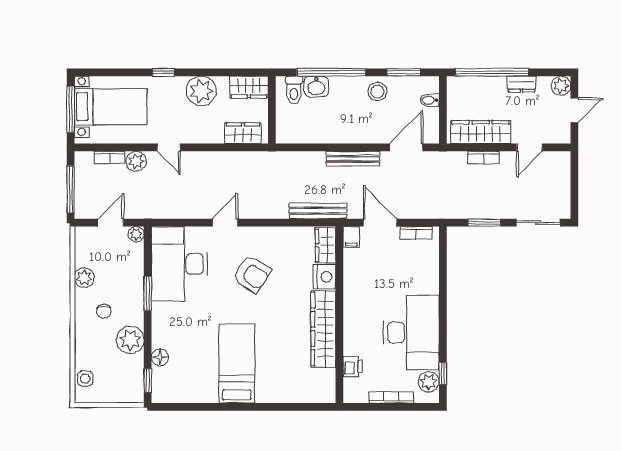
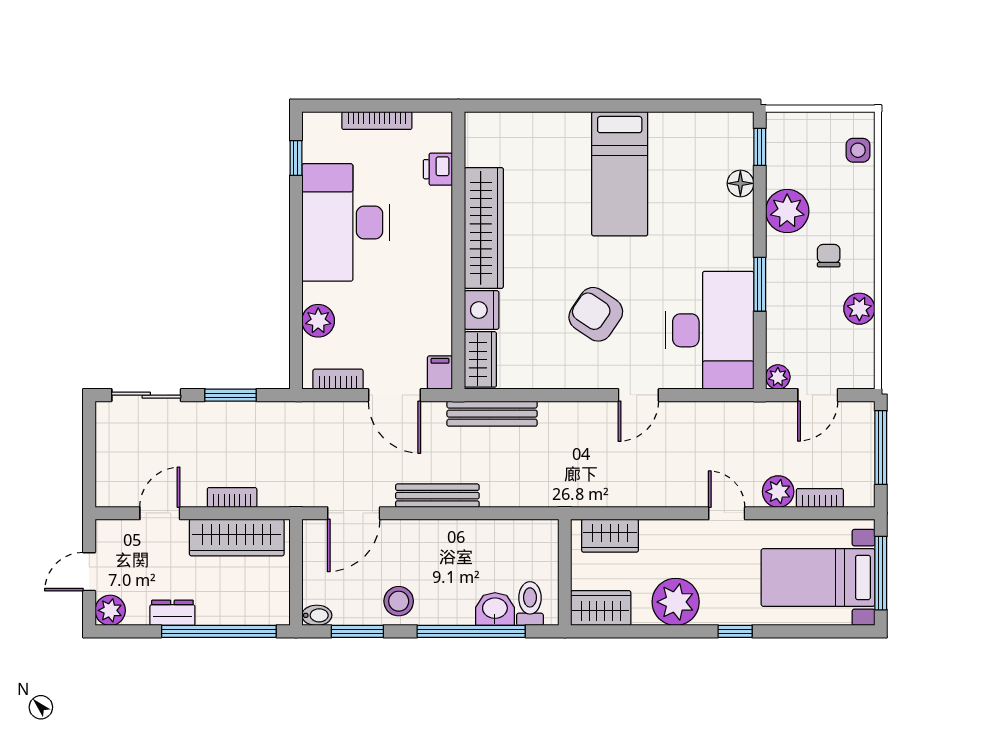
bidet: (430, 100) -> (317, 615), moved
plant: (429, 382) -> (318, 321), moved

